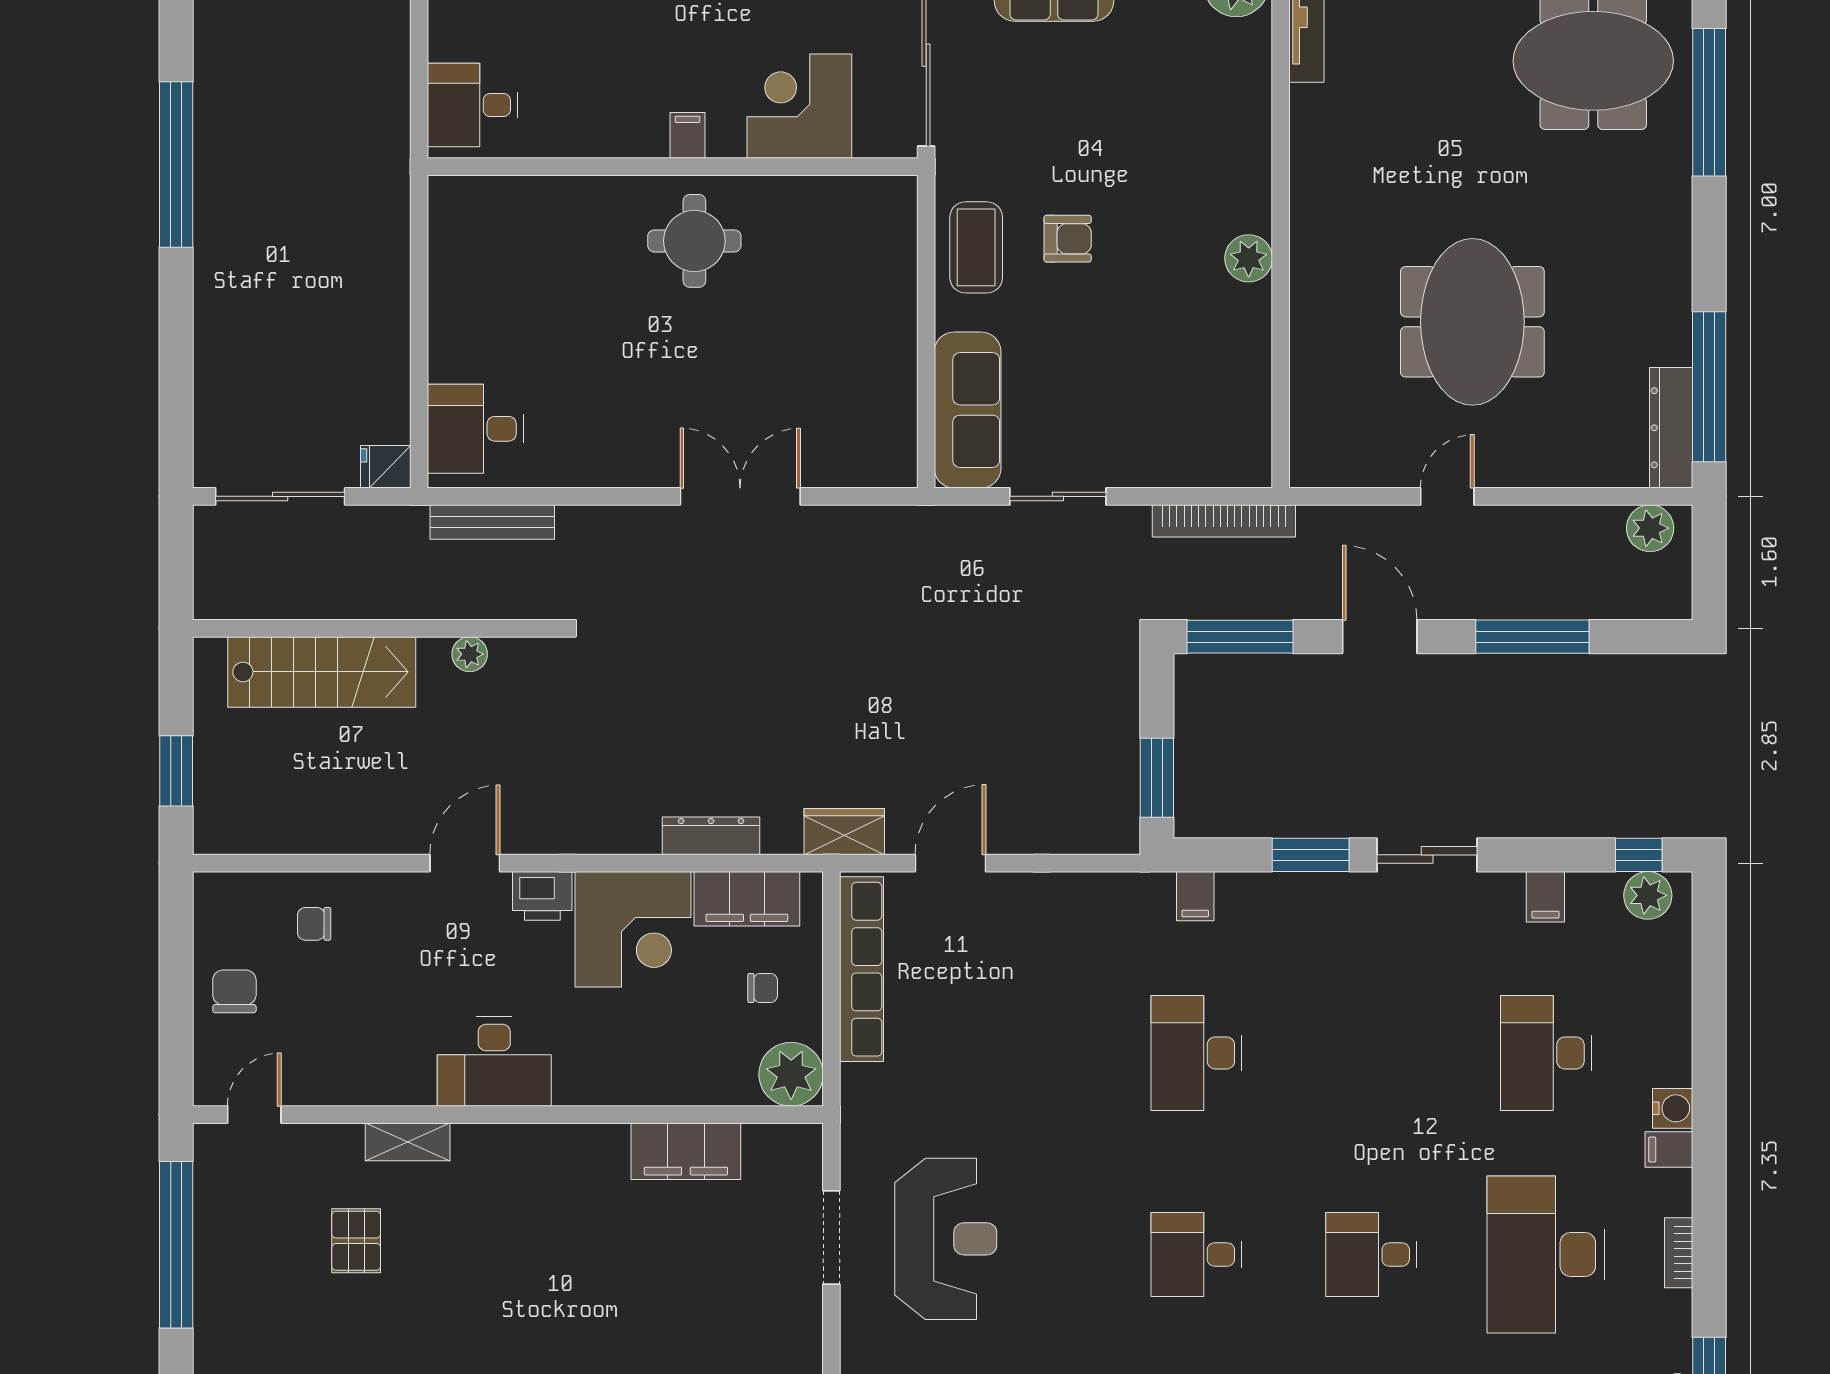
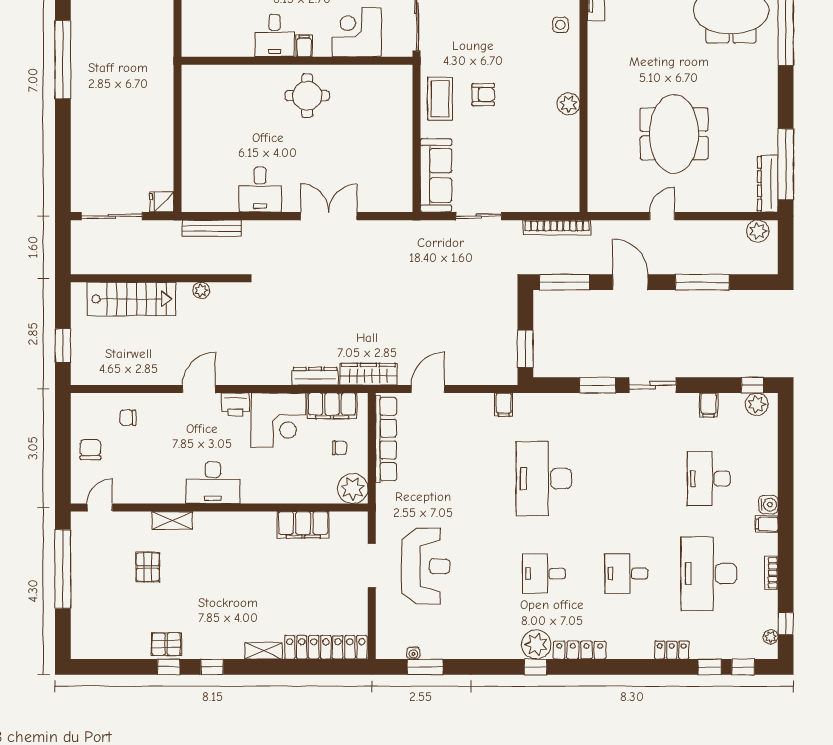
side table: (1232, 91) -> (560, 25), added
desk: (472, 105) -> (275, 36), moved, turned -90
desk: (476, 429) -> (260, 190), moved, turned -90
wardrobe: (844, 832) -> (368, 374), width x1.50
filing cabinet: (1195, 896) -> (504, 405), moved
desk: (1196, 1053) -> (544, 479), width x1.36, depth x1.30

